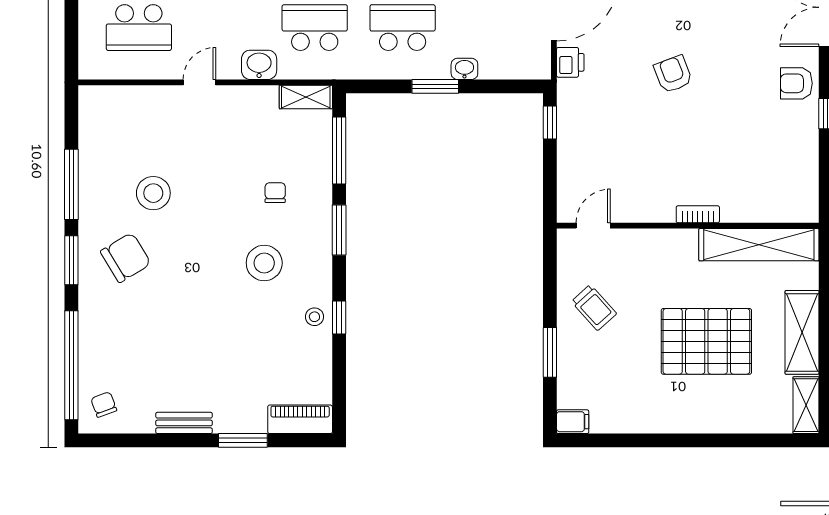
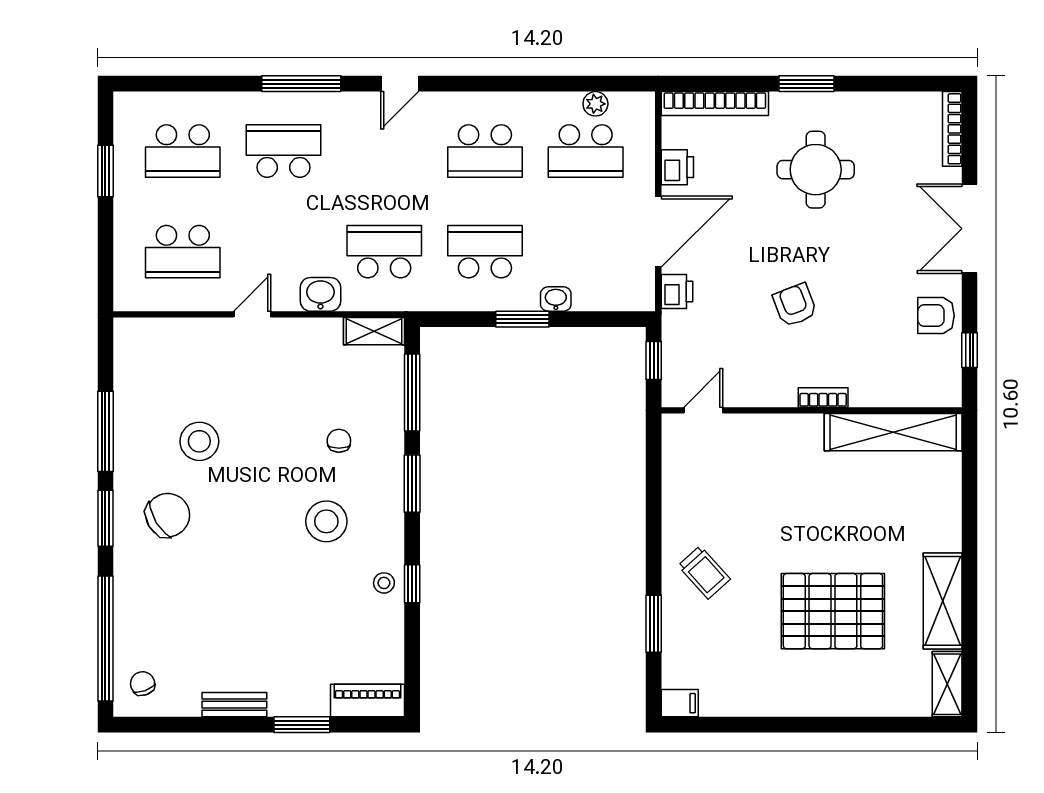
bookcase: (698, 214) -> (823, 397), moved
door: (593, 226) -> (703, 410), moved
wall: (688, 226) -> (812, 410), moved
shelving: (759, 245) -> (893, 432), moved

